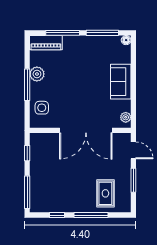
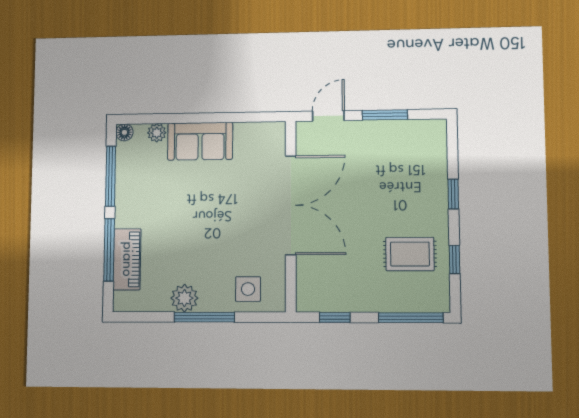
piano: (46, 43) -> (127, 259), moved
plant: (126, 117) -> (157, 133), moved
rug: (105, 193) -> (410, 254), moved
window: (91, 215) -> (453, 194), width x0.46

